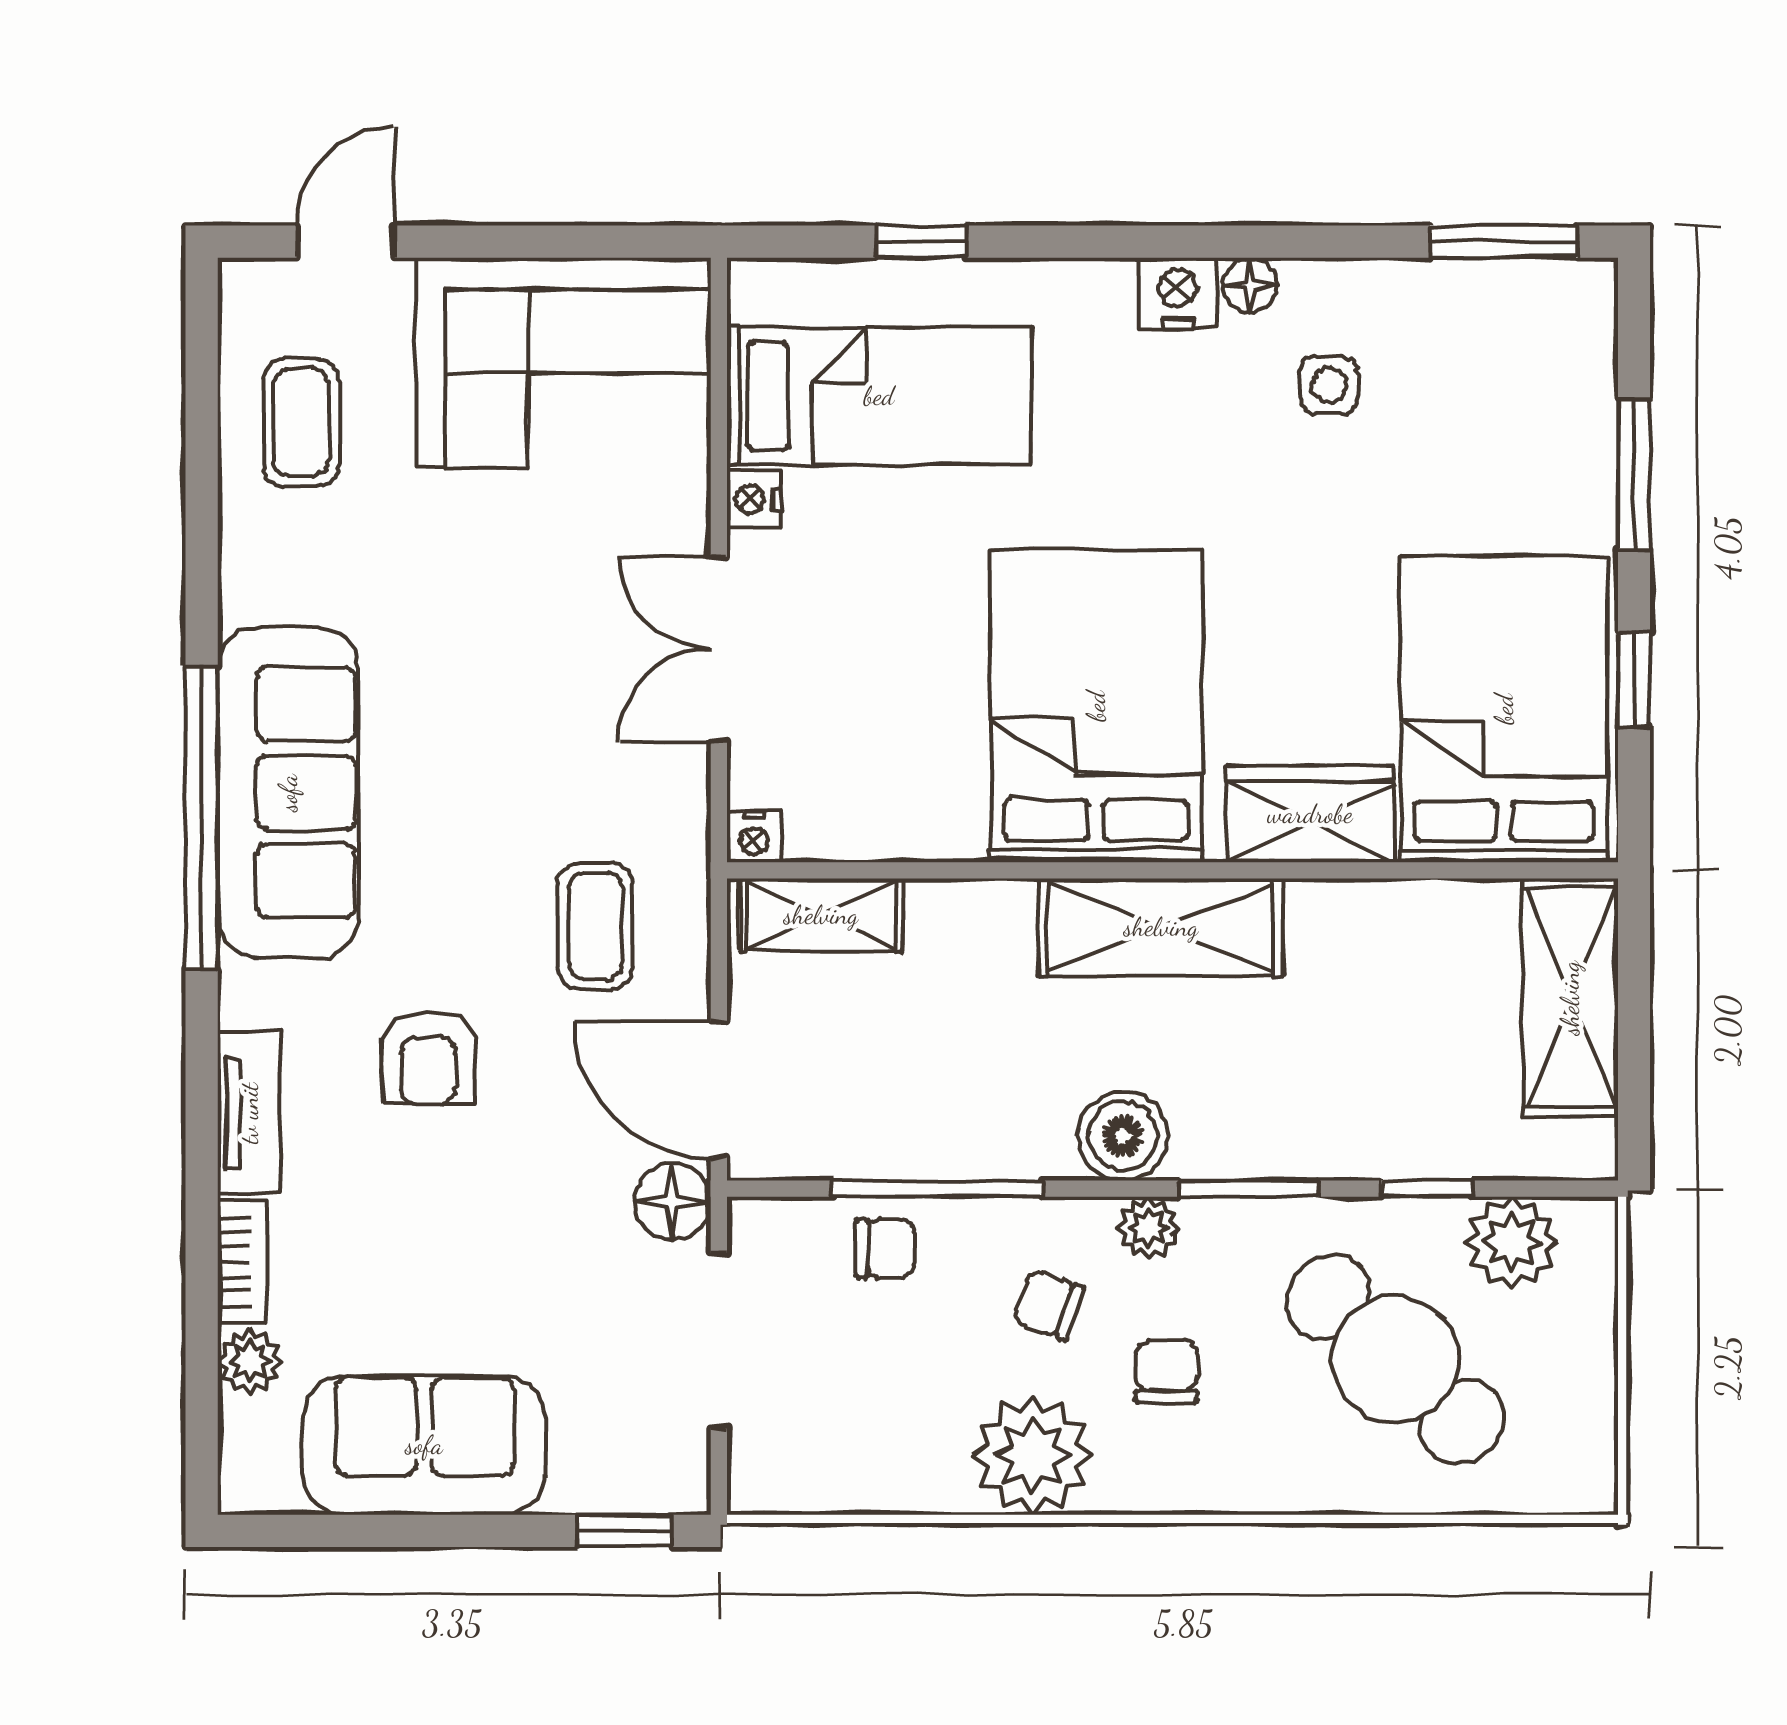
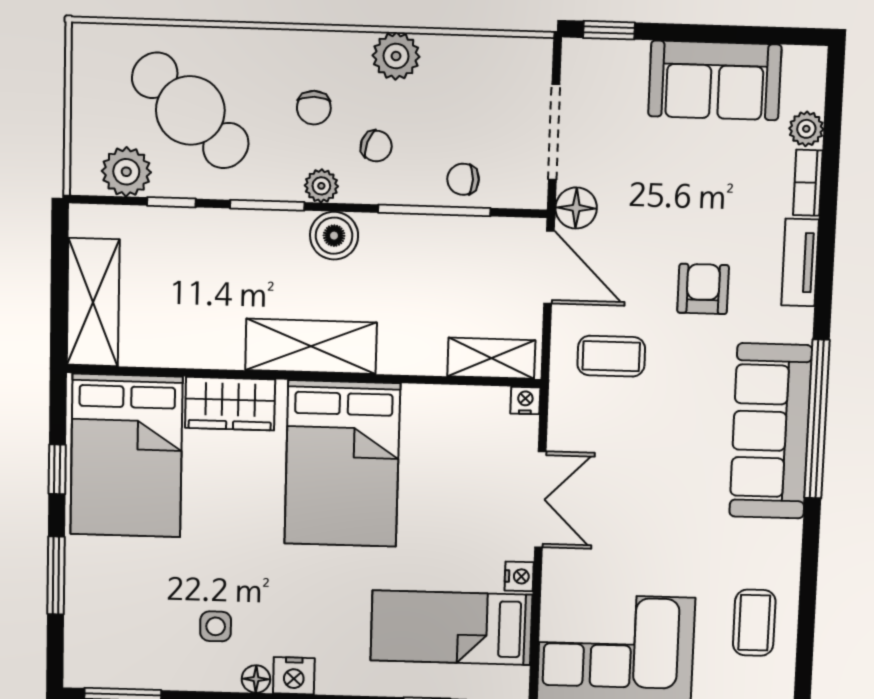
coffee table: (595, 926) -> (611, 356), turned 90
plant: (1033, 1455) -> (396, 56), width x0.73, depth x0.73

